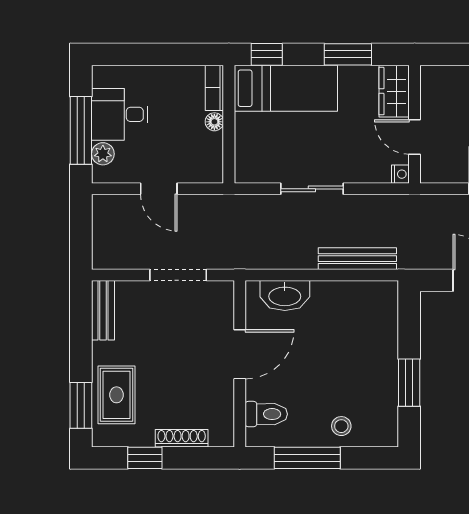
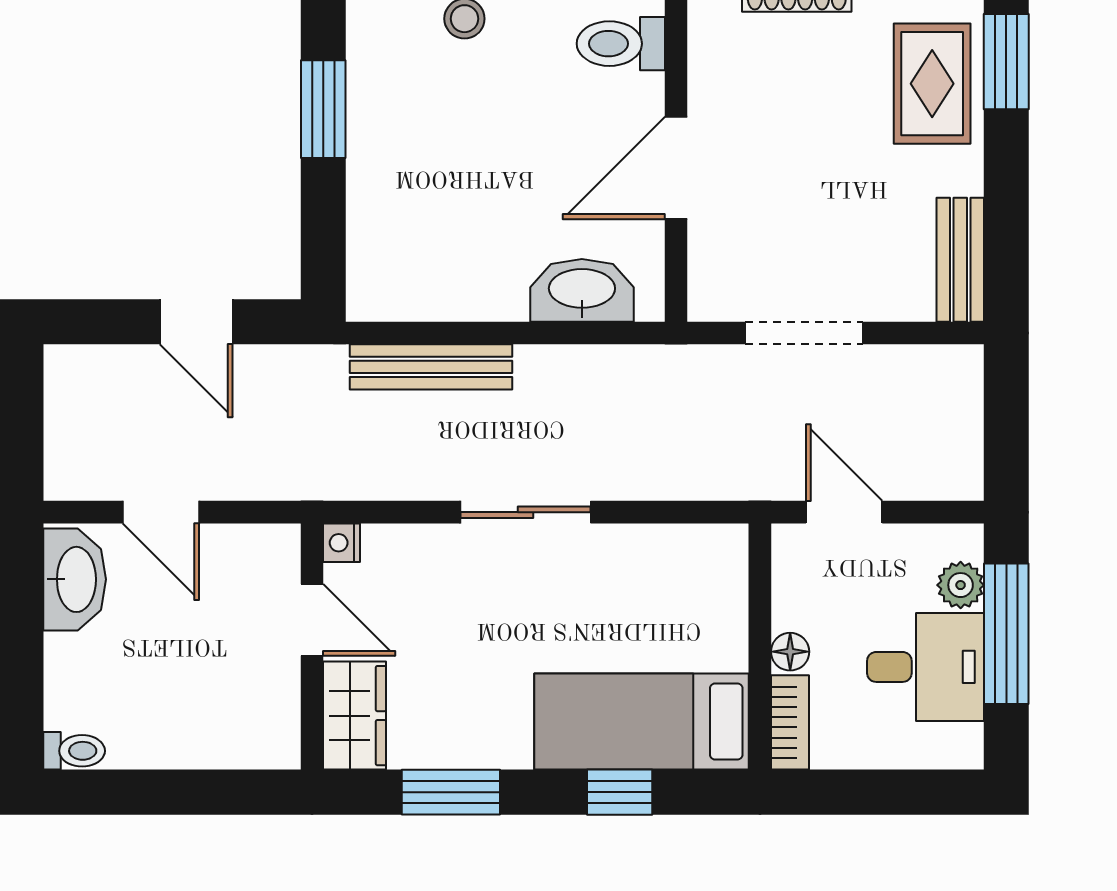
bookcase: (214, 88) -> (790, 722), moved
bed: (286, 88) -> (642, 721), moved
floor lamp: (214, 122) -> (790, 652), moved
wall: (229, 124) -> (760, 647), moved

